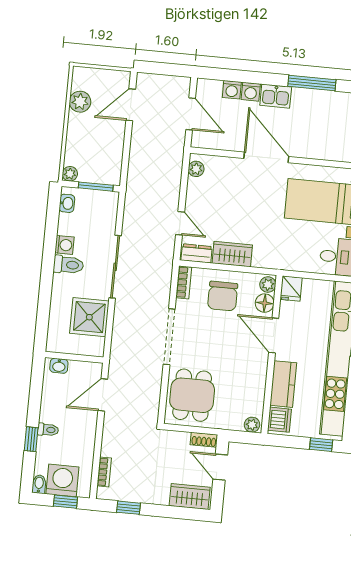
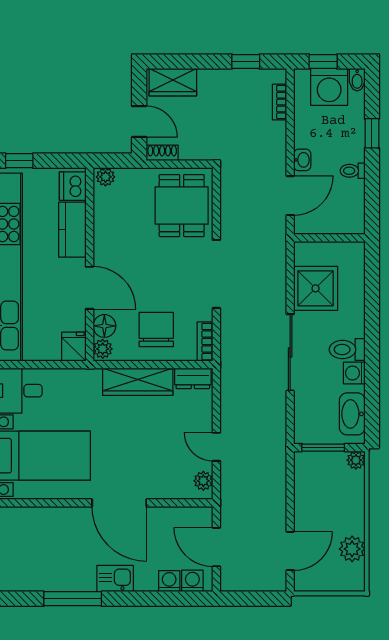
washing machine: (251, 92) -> (192, 581), moved
washbasin: (67, 203) -> (352, 414), width x1.91, depth x1.45
door: (180, 223) -> (216, 447), moved
wardrobe: (232, 254) -> (138, 382), width x1.50
washbasin: (59, 366) -> (302, 160), moved, turned 90
toilet: (48, 430) -> (353, 171), moved

